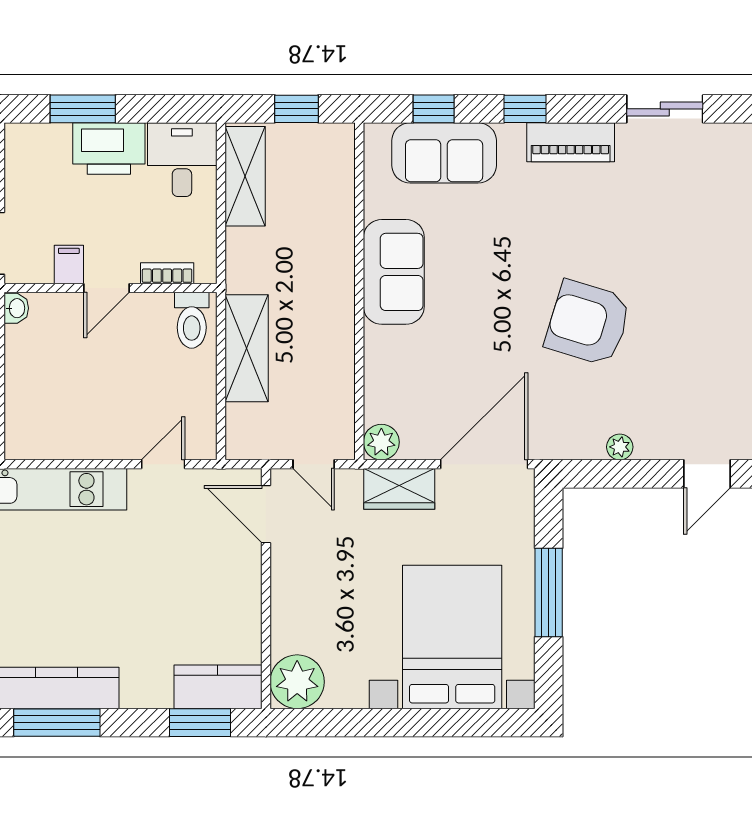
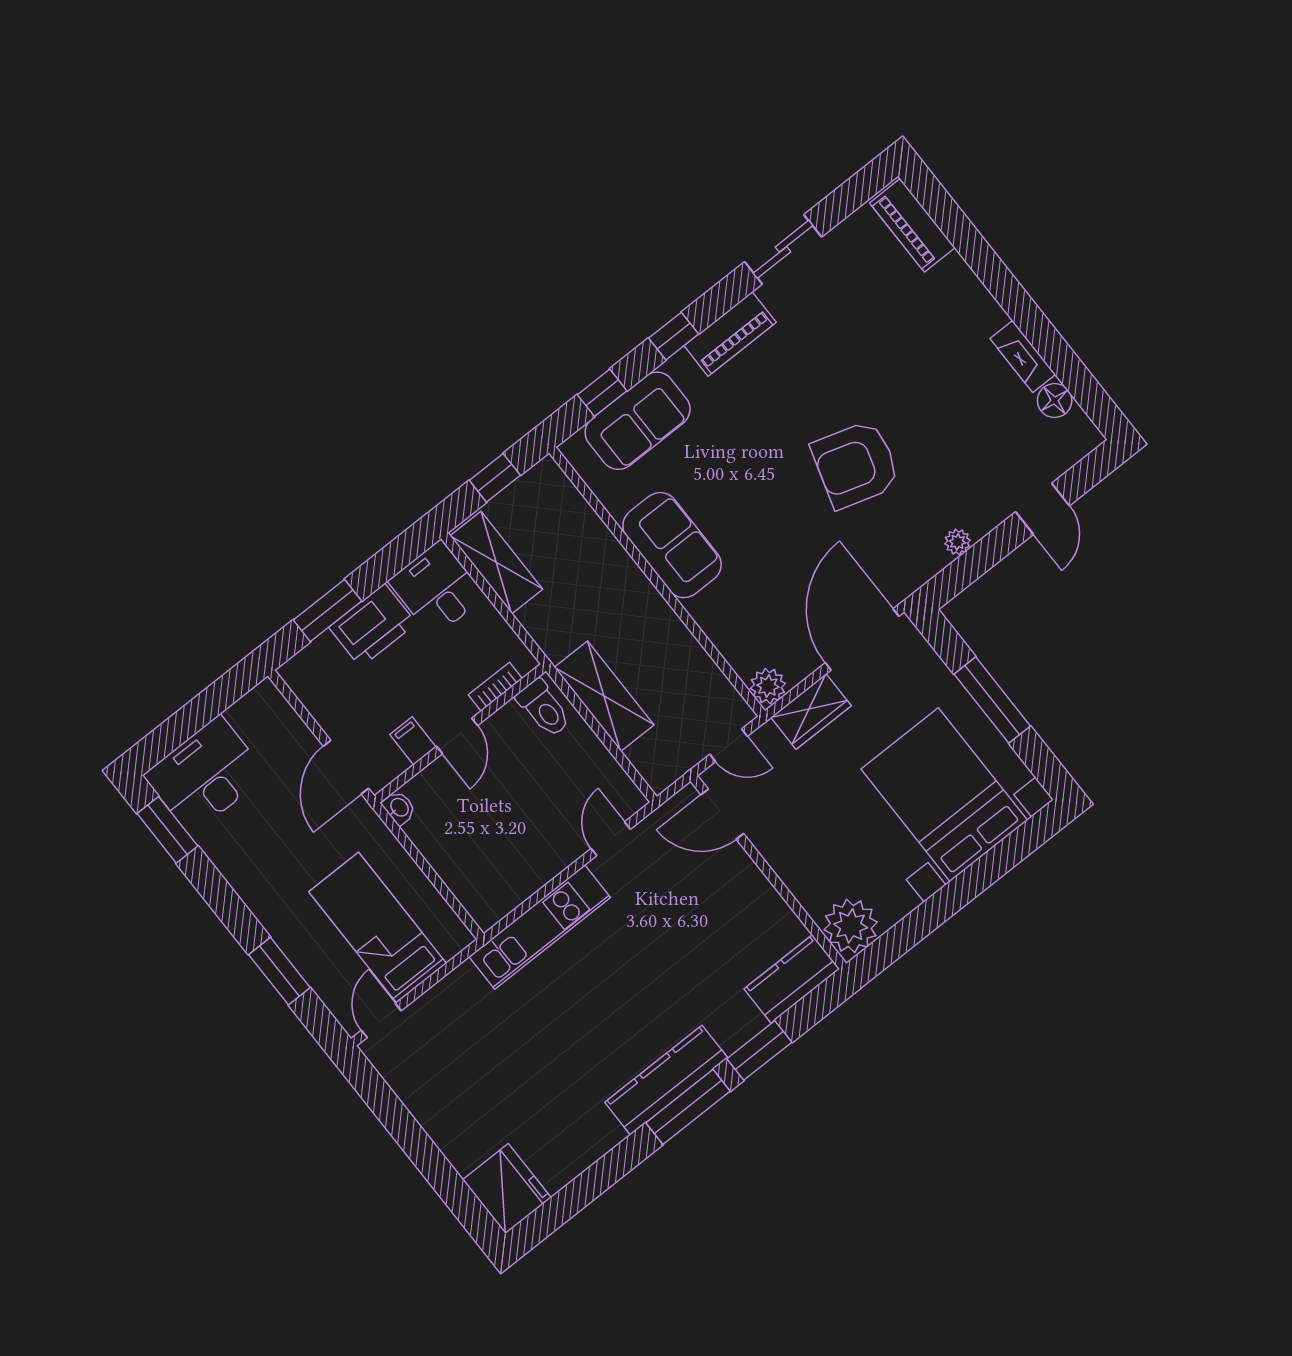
window: (200, 723) -> (759, 1050), moved

